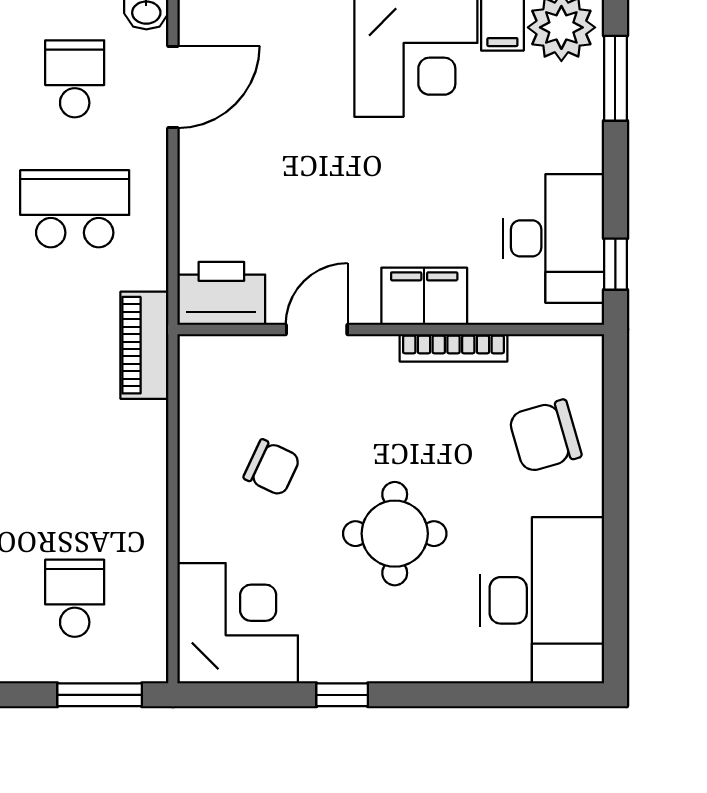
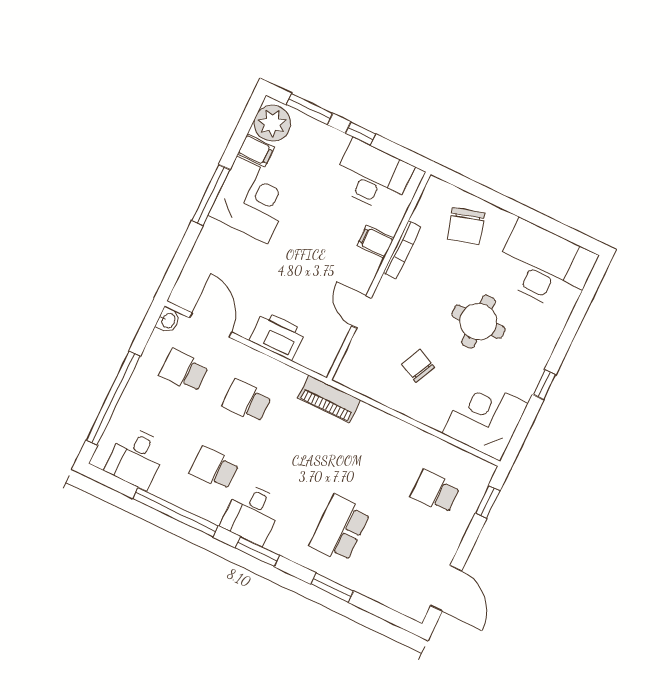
school desk: (75, 209) -> (247, 401), width x0.54
window: (615, 264) -> (361, 133), moved
printer: (221, 293) -> (277, 336), moved, turned 90
filing cabinet: (424, 296) -> (375, 242), width x0.50
chair: (272, 468) -> (418, 366), turned -89
window: (100, 695) -> (488, 502), width x0.67

